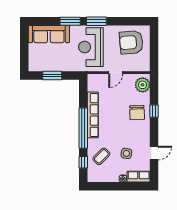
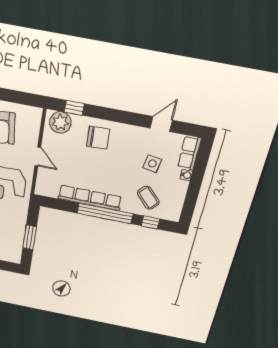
window: (154, 111) -> (74, 108), moved
door: (154, 153) -> (161, 124), hinge flipped

